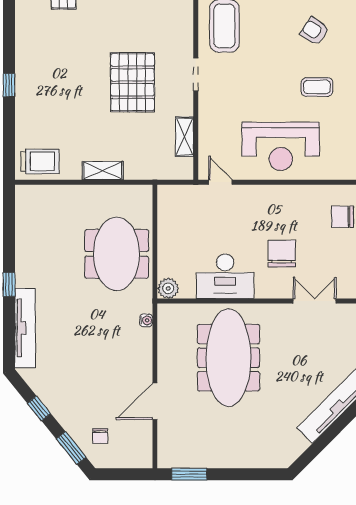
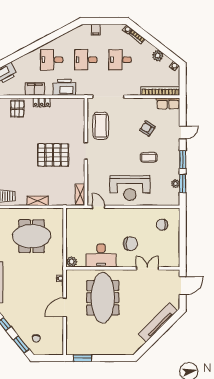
pallet: (132, 82) -> (53, 155), turned 90
shelving: (185, 137) -> (80, 194), moved
meeting table: (117, 254) -> (32, 236), moved, turned 90
chair: (282, 254) -> (130, 244), turned 90
door: (155, 401) -> (65, 307), moved

